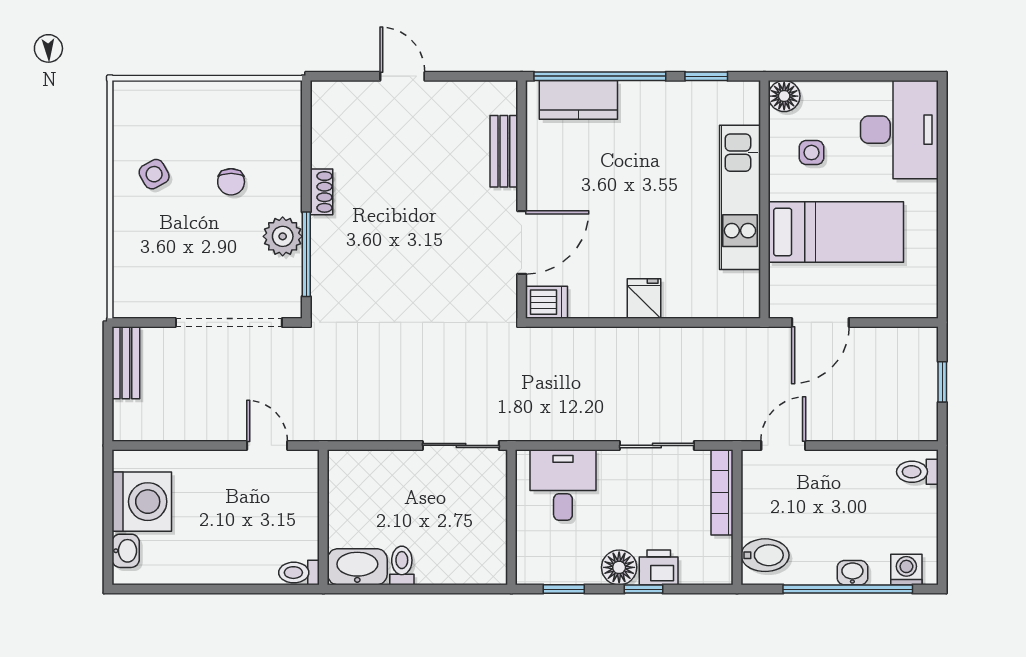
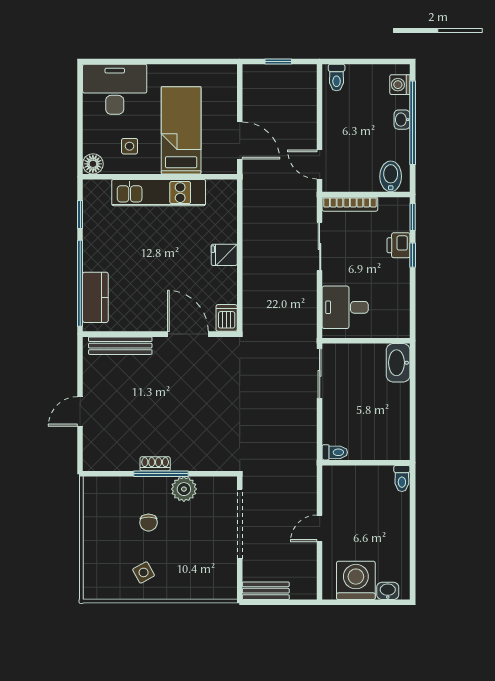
bench: (504, 151) -> (120, 346), width x1.36
chair: (231, 182) -> (149, 523), turned 90
window: (306, 254) -> (161, 474), moved
door: (267, 445) -> (320, 528), moved
toilet: (402, 566) -> (335, 452), moved, turned 180
washbasin: (357, 567) -> (398, 363), moved
floor lamp: (619, 567) -> (399, 271), removed
window: (564, 589) -> (413, 217), moved

